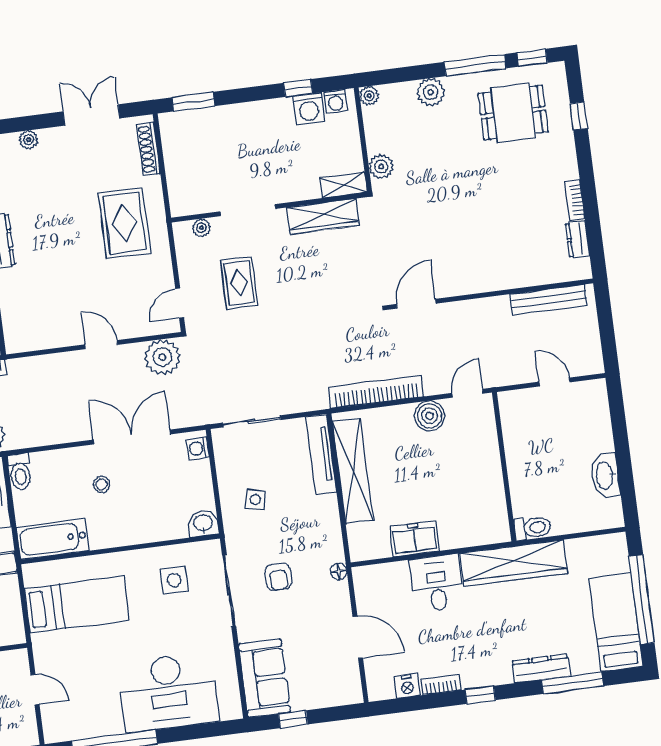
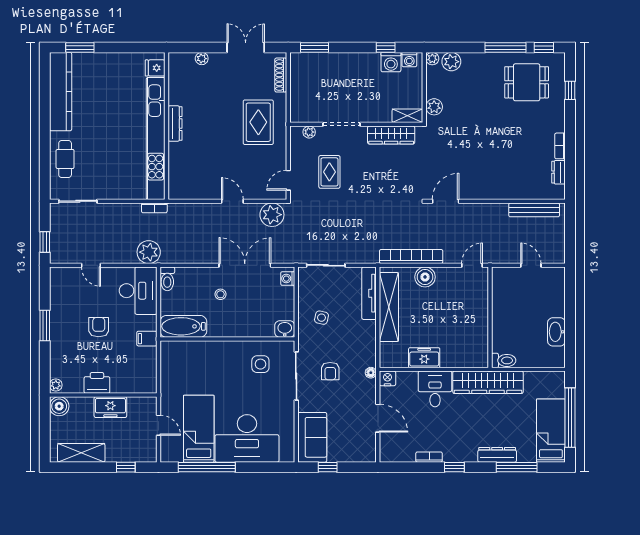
plant: (431, 92) -> (451, 62), moved
boiler: (430, 416) -> (425, 277), moved
bed: (77, 604) -> (199, 429), moved, turned -90
nightstand: (407, 686) -> (388, 378), moved, turned 180

